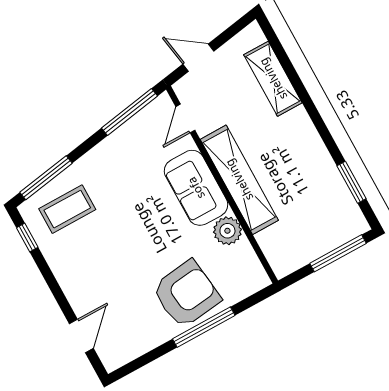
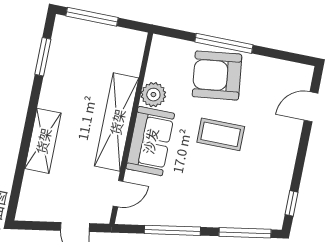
shelving: (273, 79) -> (43, 141), moved
window: (129, 112) -> (172, 230), moved
coffee table: (67, 209) -> (221, 134), moved

